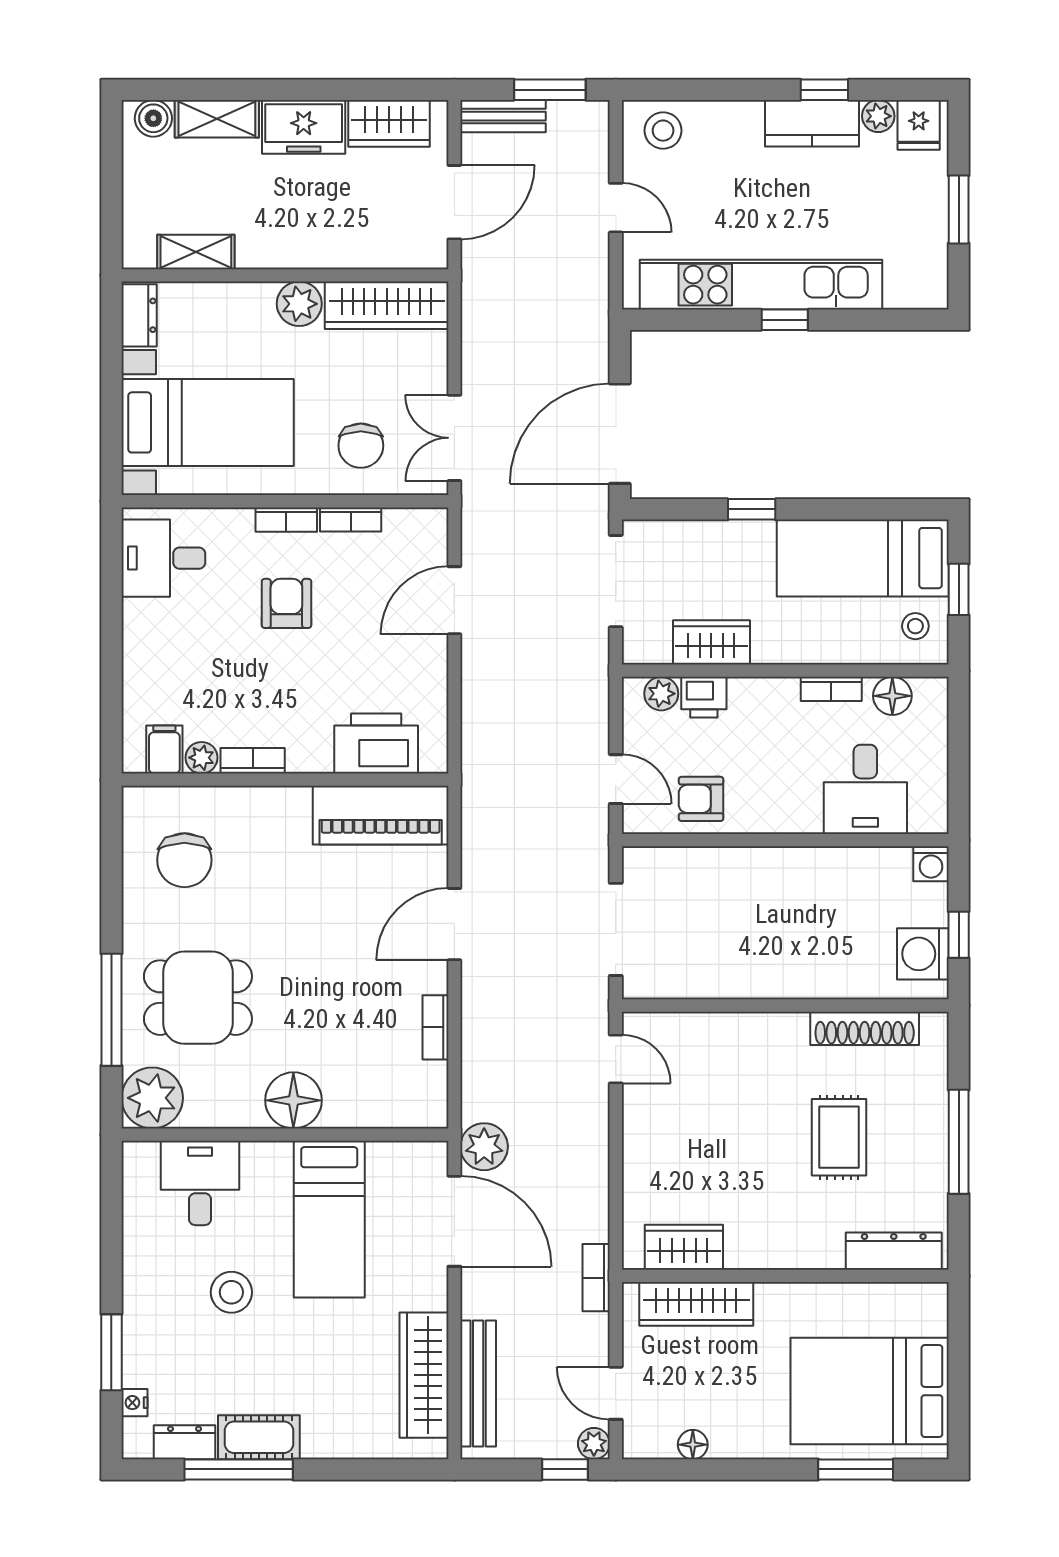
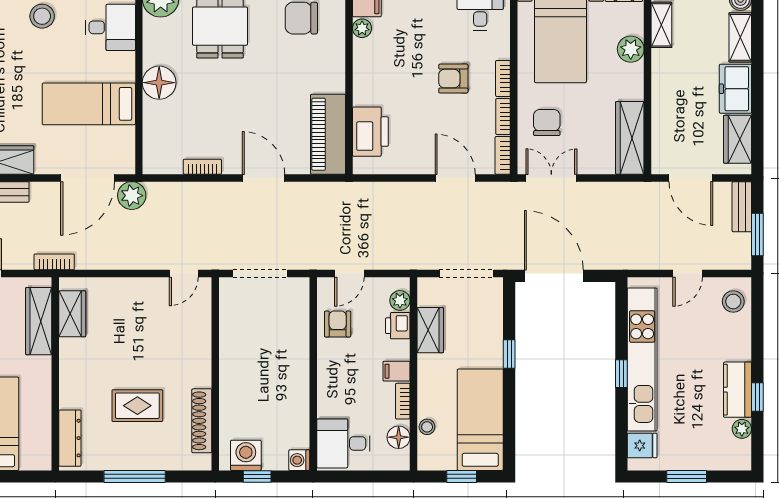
fridge: (919, 125) -> (642, 446), moved, turned 180
plant: (299, 304) -> (631, 49), moved
chair: (361, 446) -> (547, 123), turned 90
armchair: (286, 603) -> (453, 79), turned 180
stool: (915, 626) -> (427, 427), moved
filing cabinet: (781, 699) -> (396, 371), added
bookcase: (253, 761) -> (503, 155), moved, turned 180
desk: (865, 789) -> (343, 443), moved
stool: (231, 1292) -> (42, 16), moved

